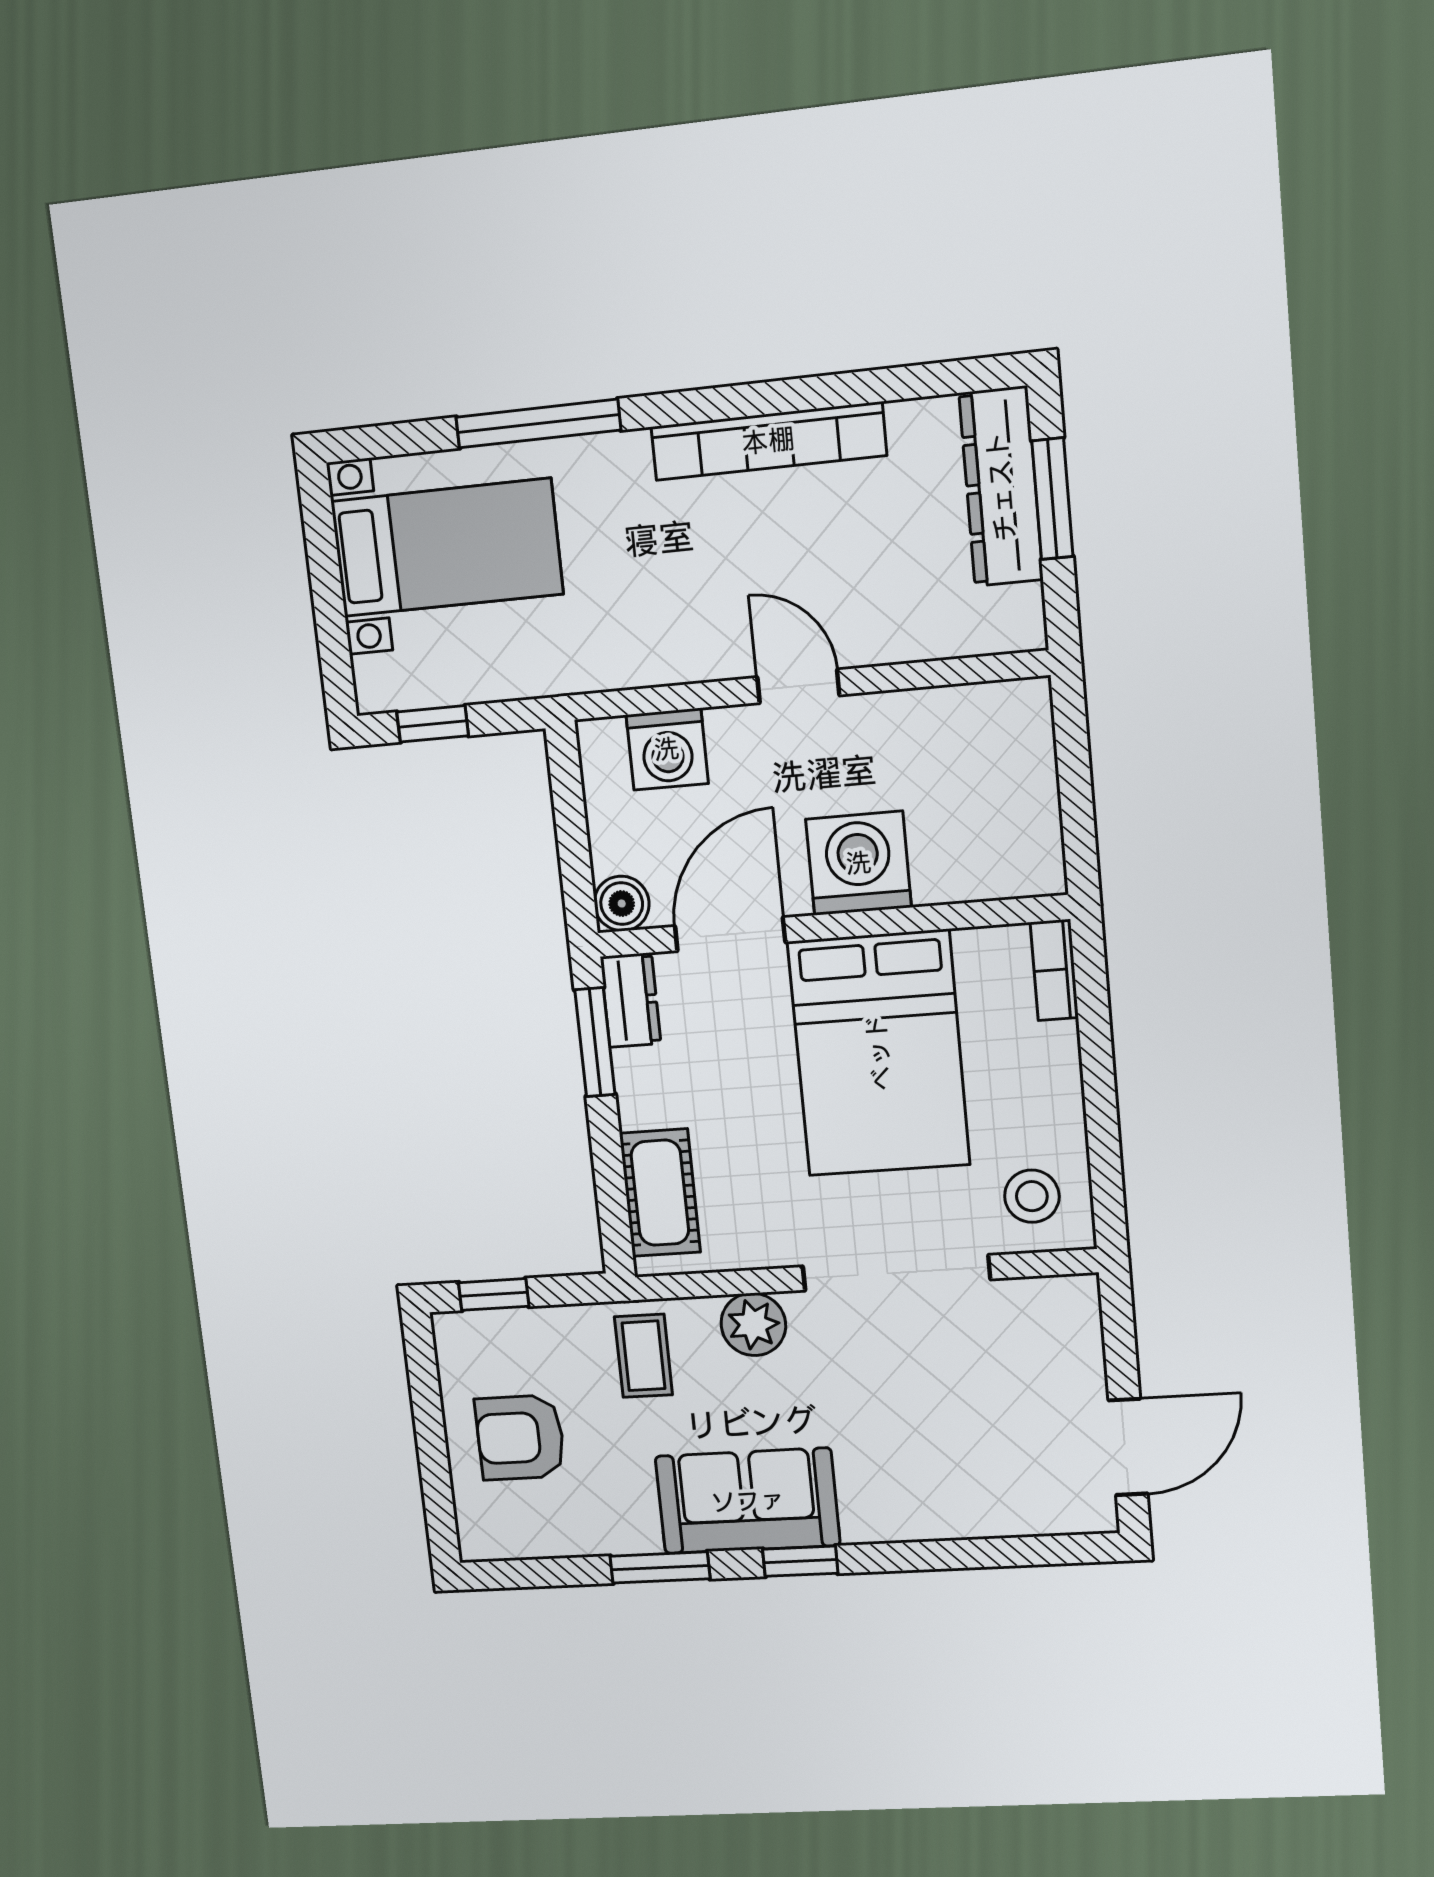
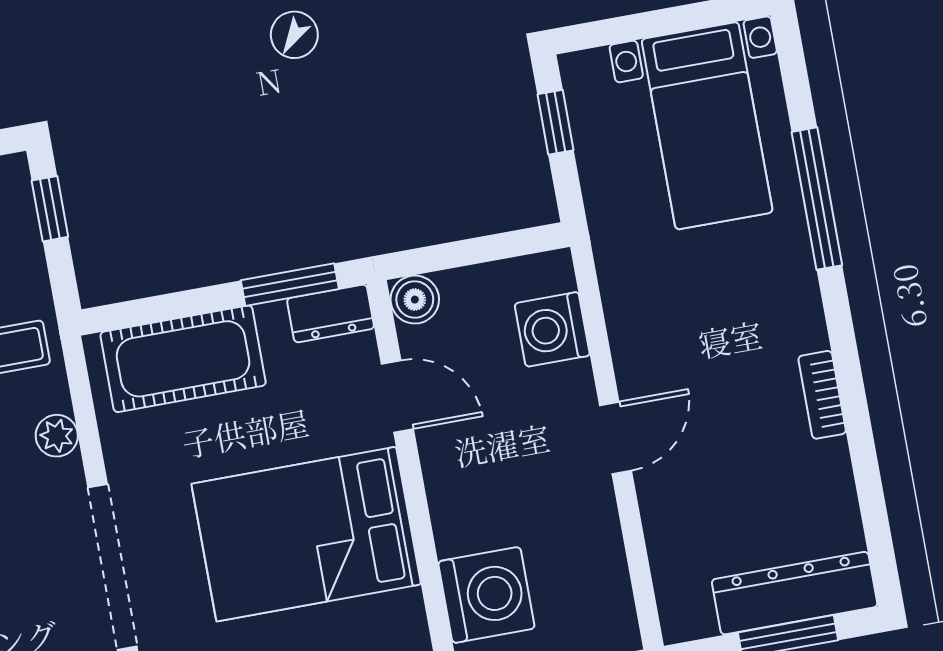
bookcase: (768, 441) -> (822, 395), width x0.43, depth x0.76
washing machine: (859, 863) -> (486, 595), moved
door: (730, 934) -> (397, 396), width x0.73
cot: (660, 1193) -> (183, 359), width x1.37, depth x1.34
plant: (753, 1324) -> (57, 436), width x0.73, depth x0.73

